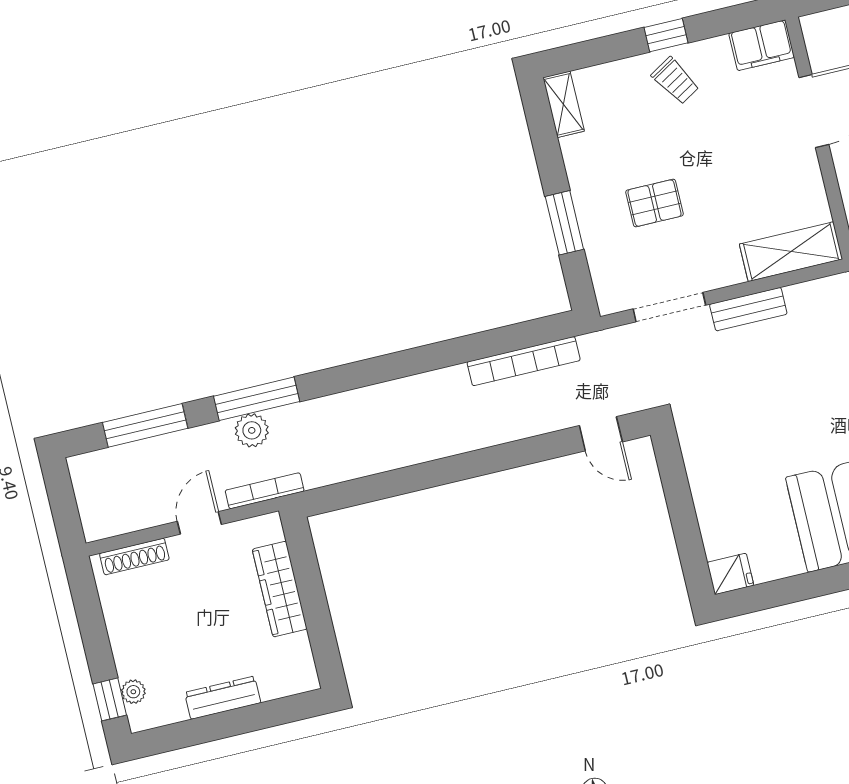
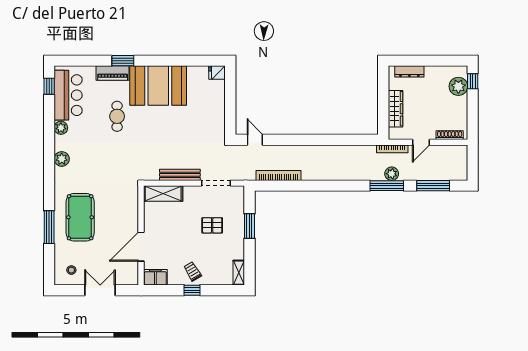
bench: (748, 309) -> (180, 175), width x1.36
plant: (133, 692) -> (458, 86), width x1.88, depth x1.88
dresser: (223, 698) -> (409, 71), moved

